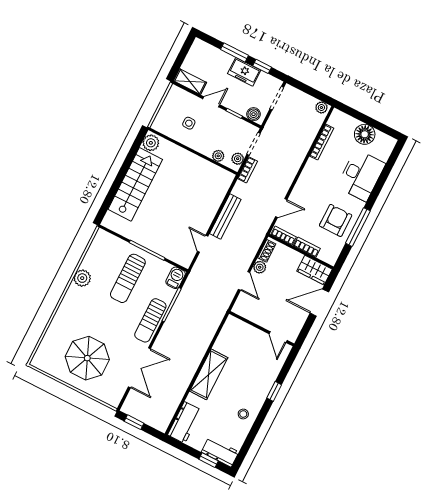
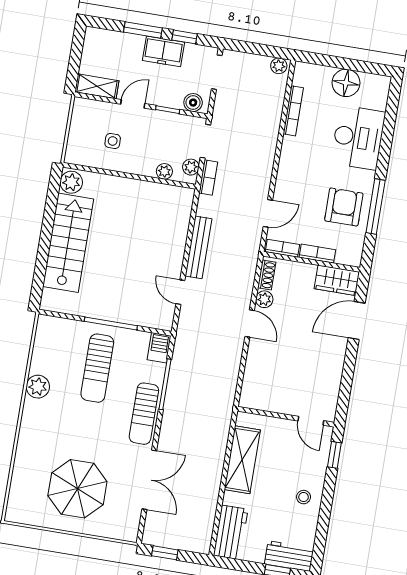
wall: (262, 329) -> (286, 417), moved
door: (278, 337) -> (311, 421), moved

